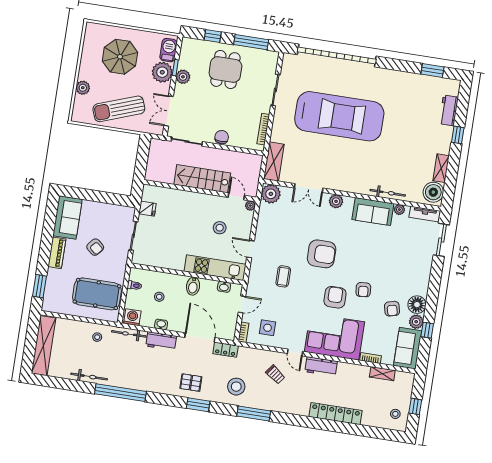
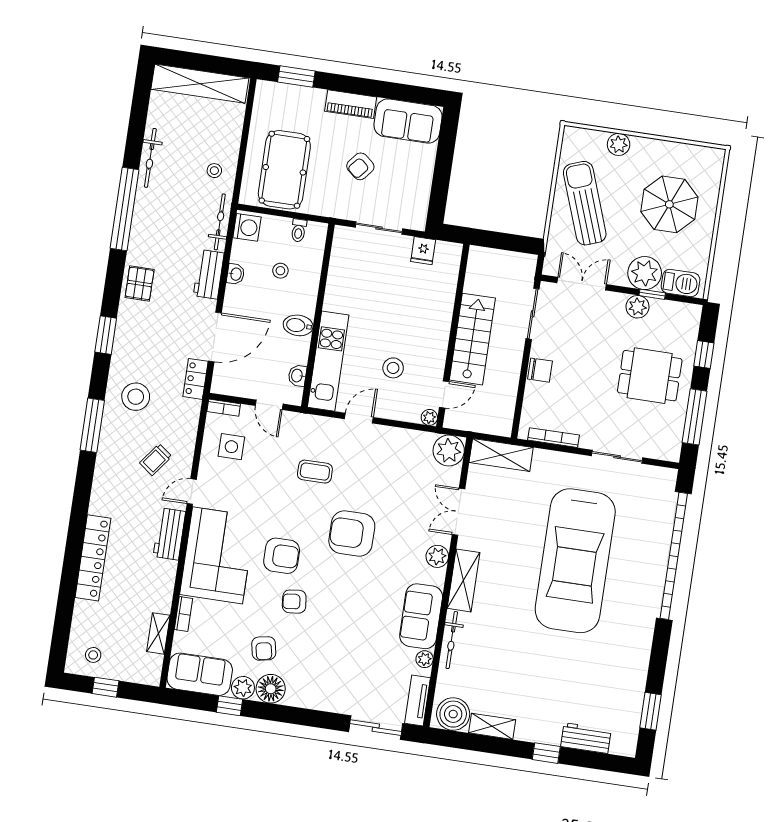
shelving: (351, 185) -> (464, 580), added
armchair: (322, 254) -> (352, 533), turned 90
armchair: (392, 309) -> (264, 648), turned -87
pallet: (191, 383) -> (140, 283), moved

